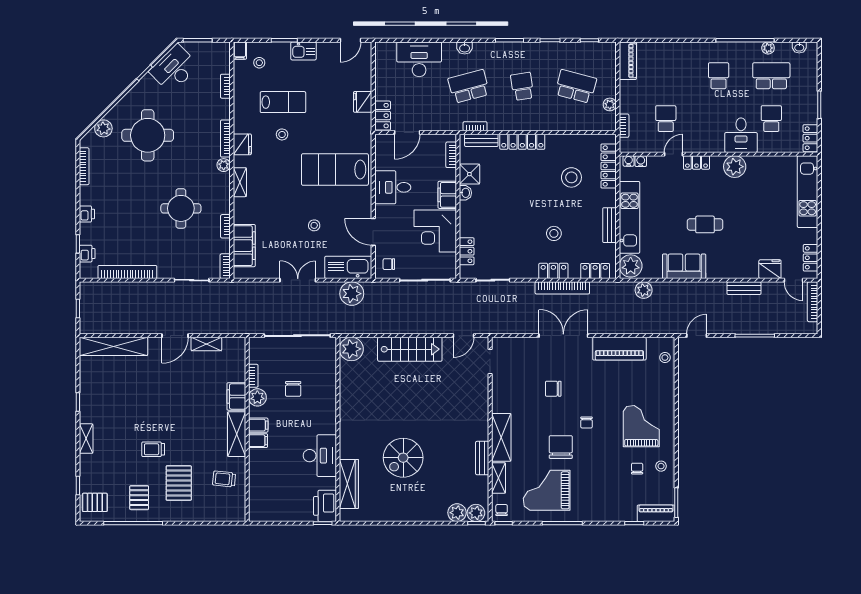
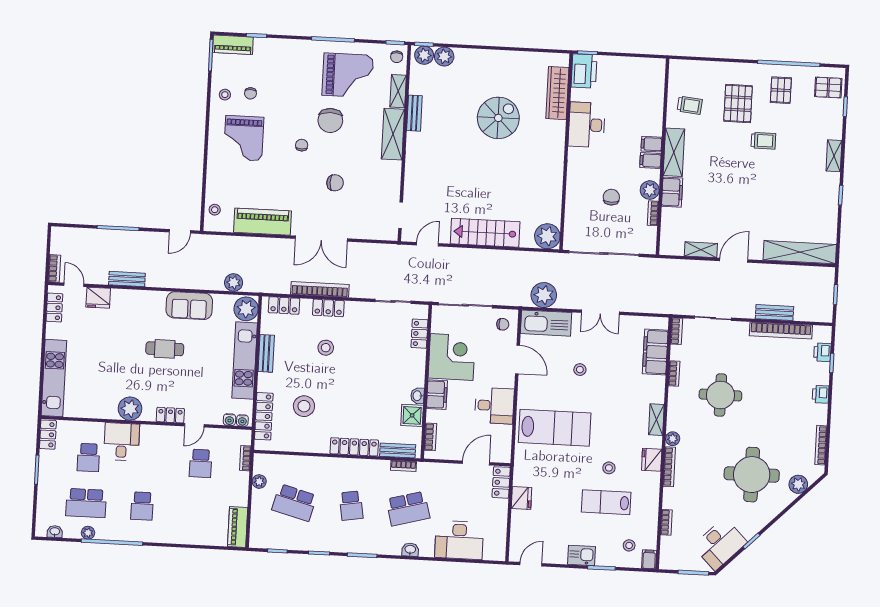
bench: (134, 288) -> (774, 313), added
bookcase: (813, 302) -> (54, 268), width x0.64

